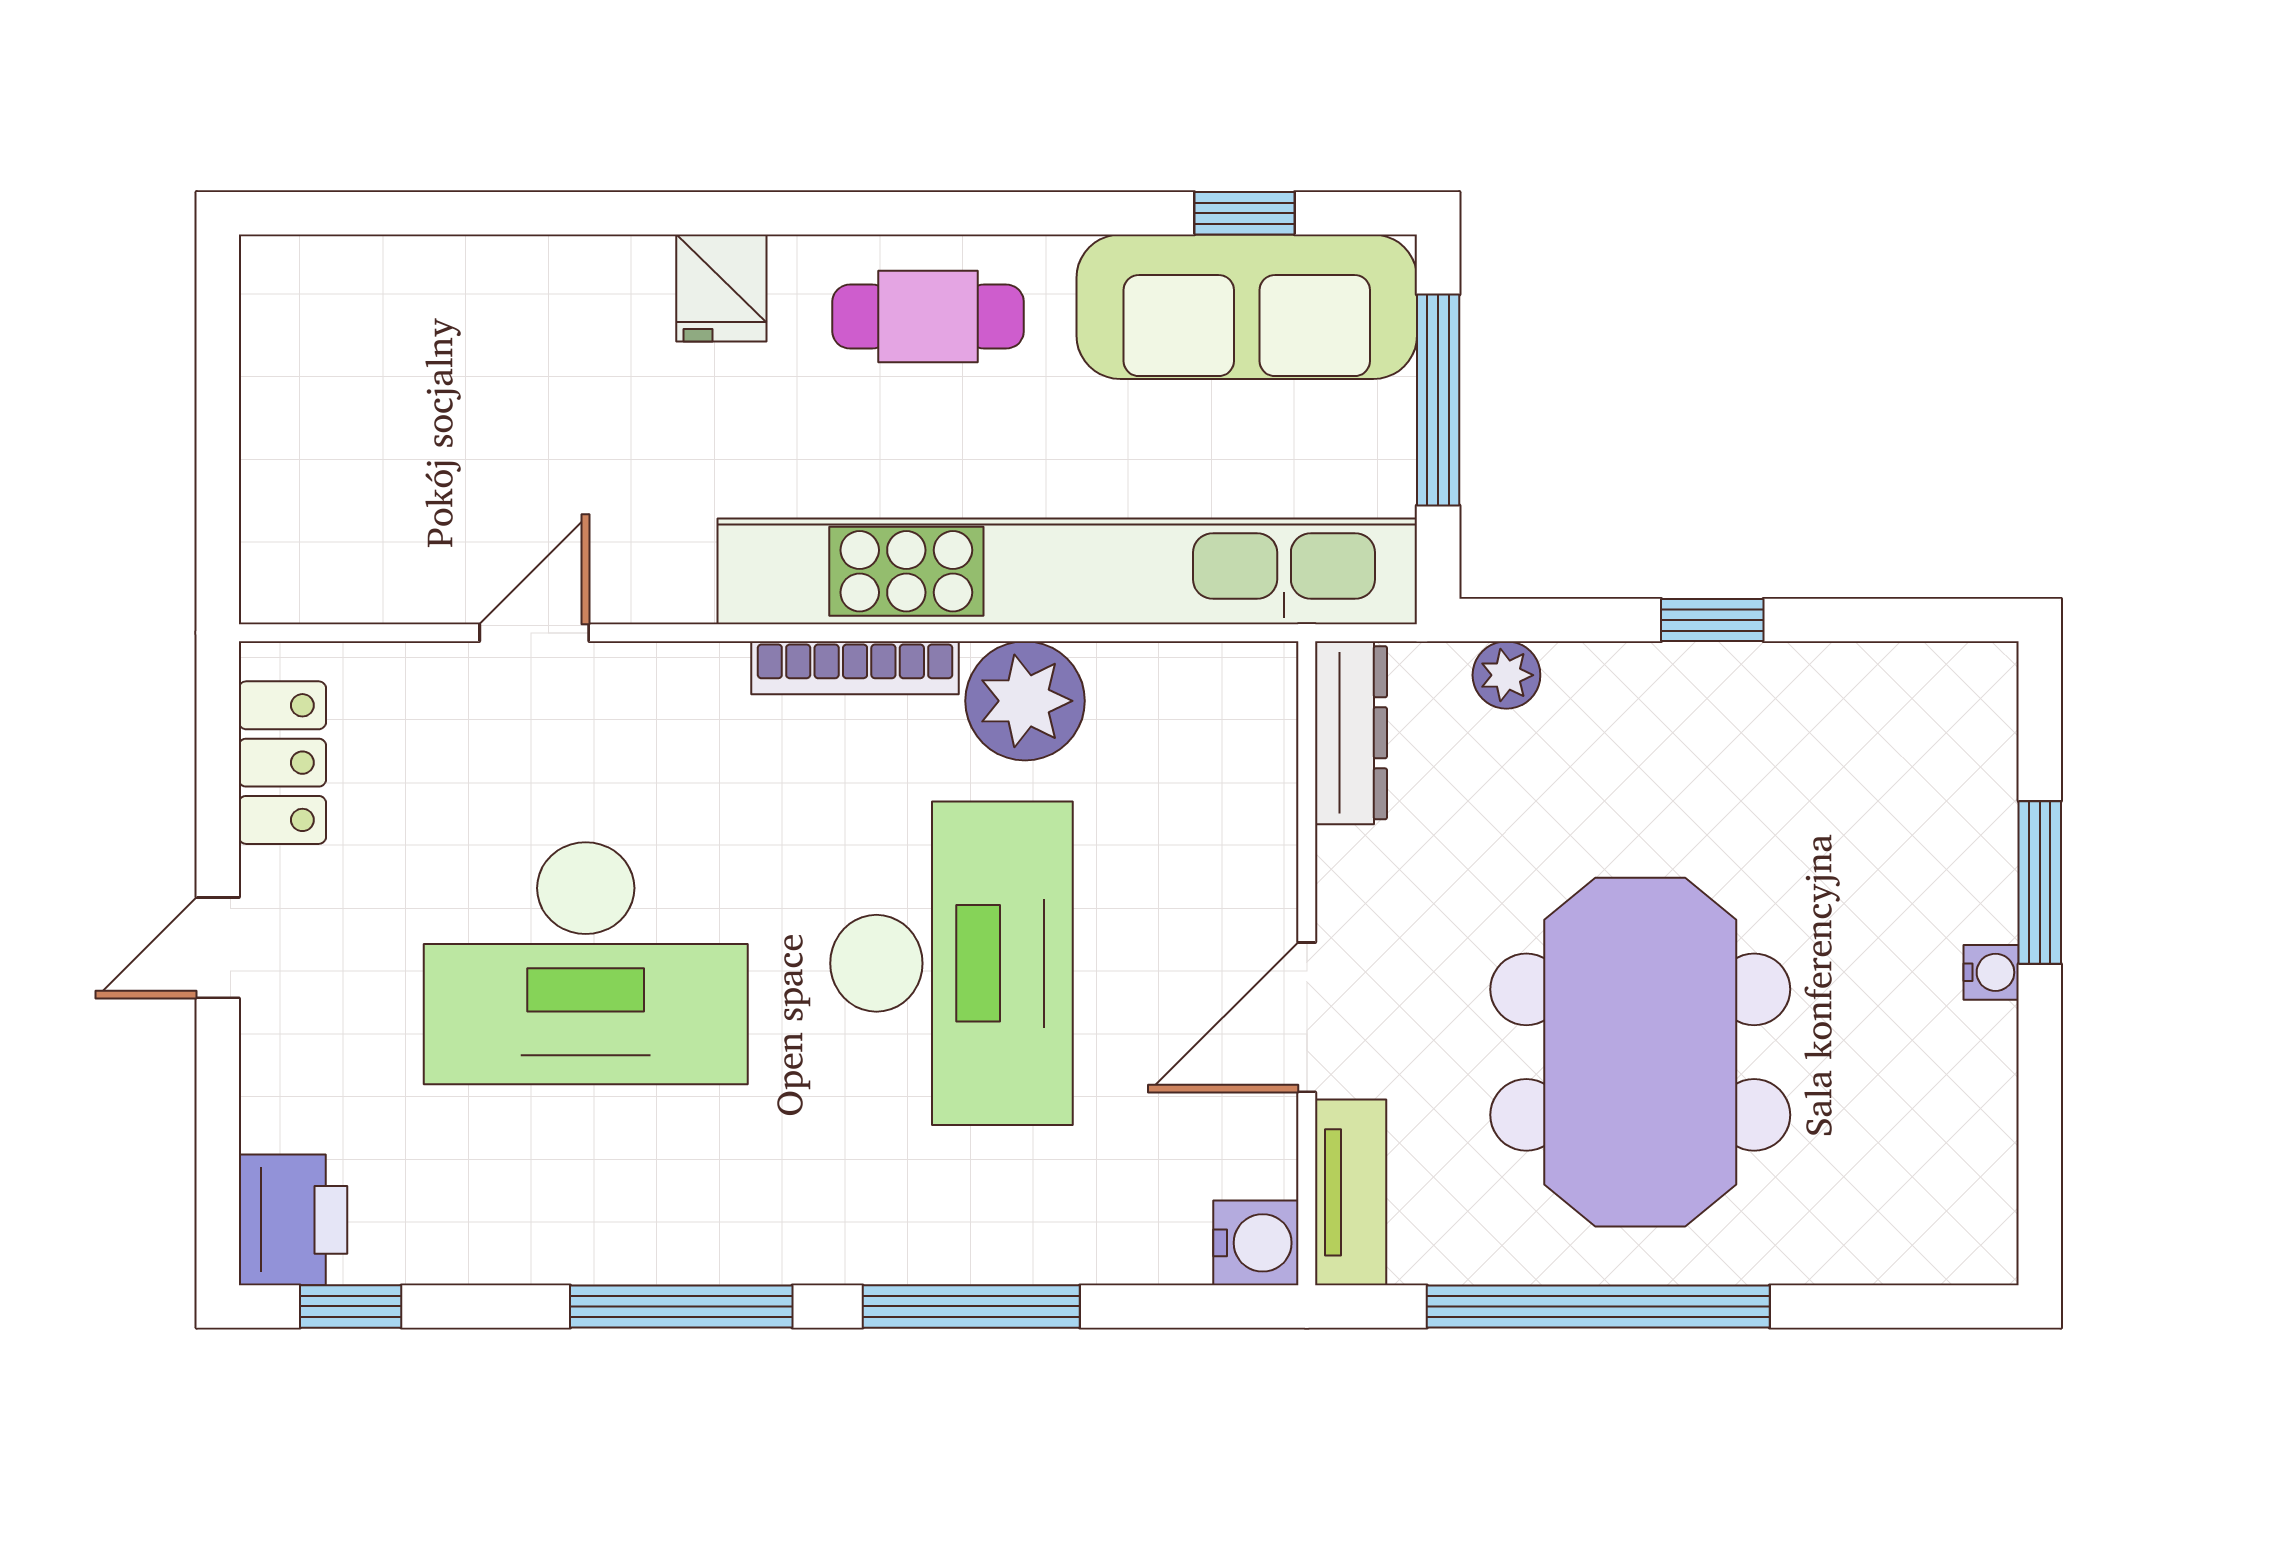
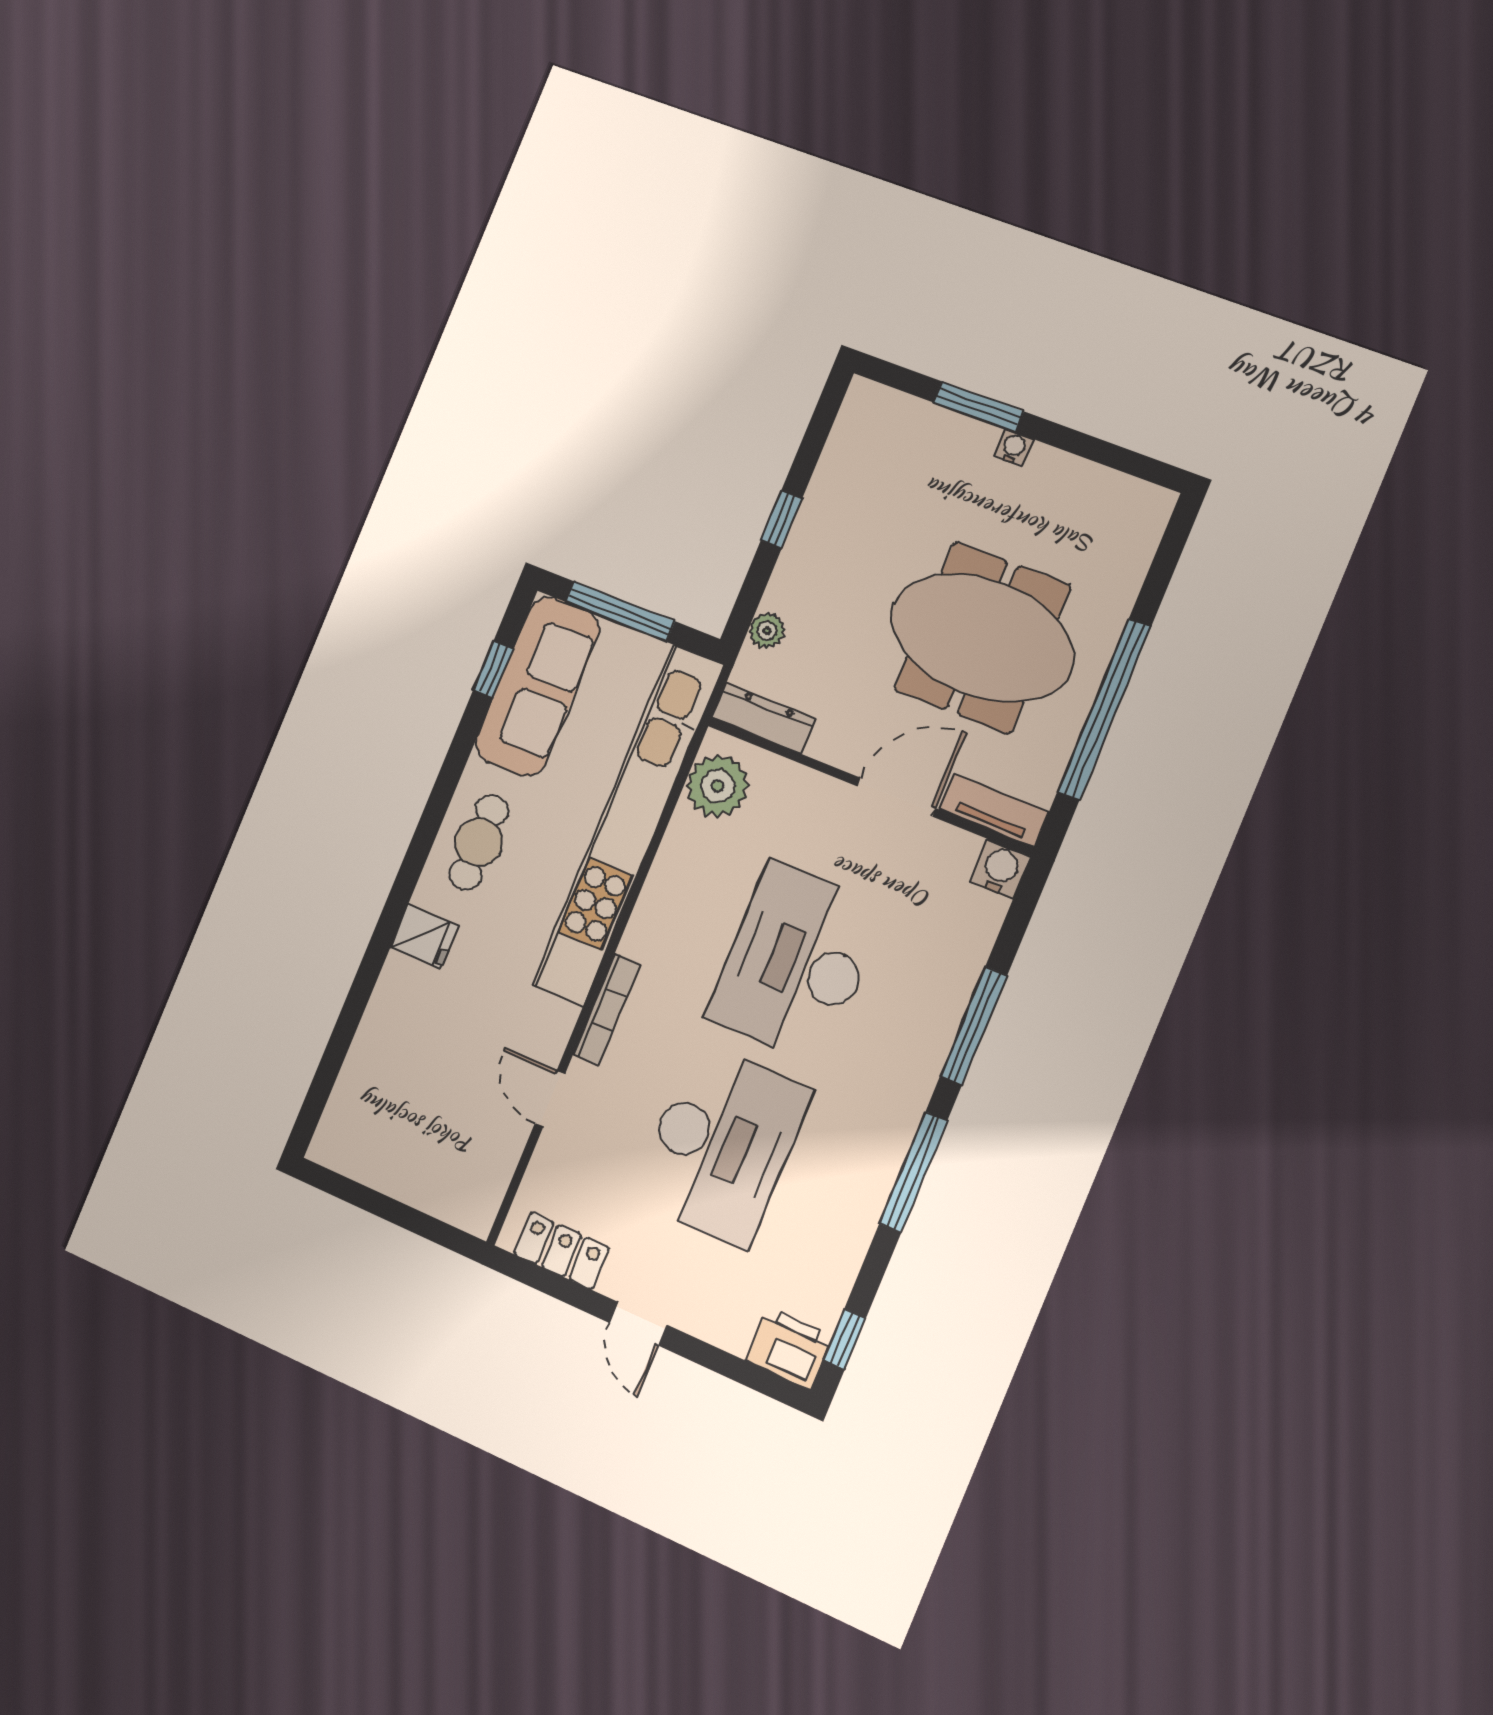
bookcase: (855, 668) -> (607, 1009), moved
plant: (1025, 701) -> (718, 786), moved
desk: (951, 963) -> (796, 963), turned -90
door: (1307, 1017) -> (896, 797), swing flipped

